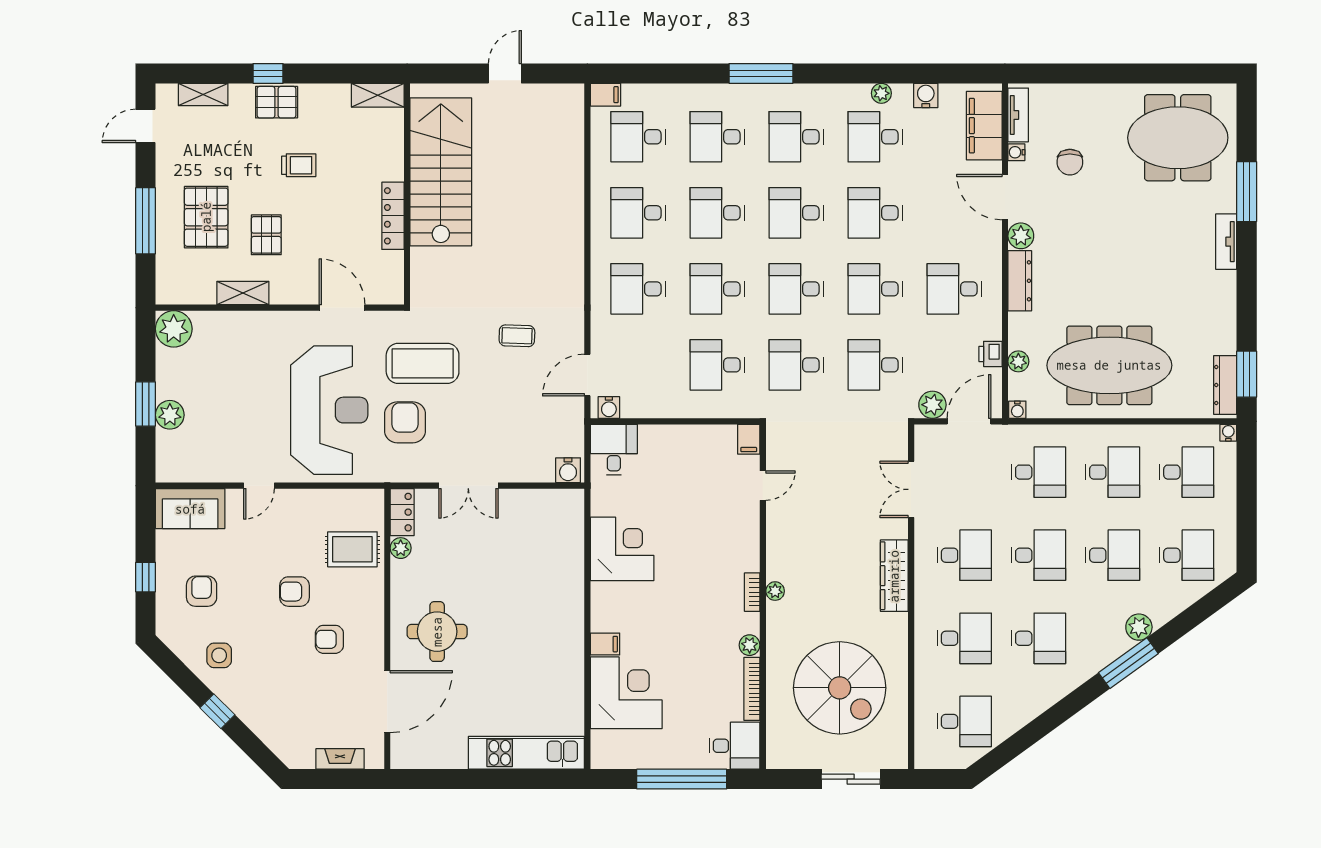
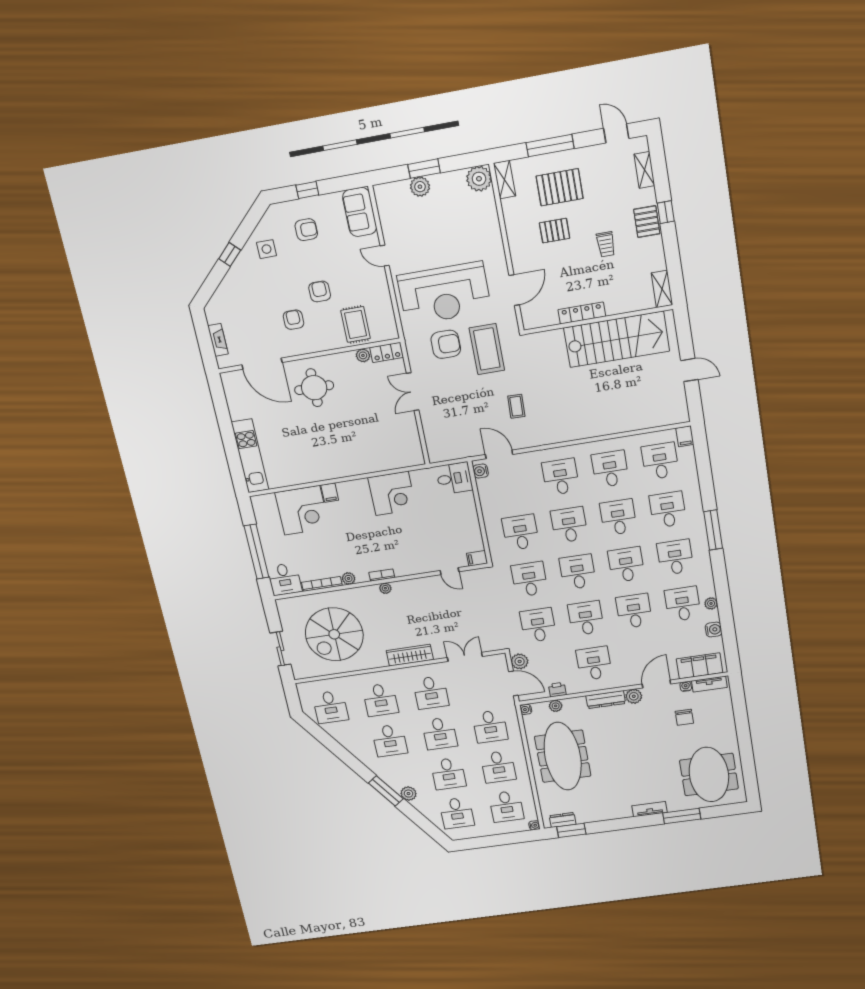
chair: (1070, 162) -> (684, 717), turned -90
shelving: (243, 293) -> (505, 180), moved
dresser: (1225, 385) -> (563, 820), width x0.70
water cooler: (568, 470) -> (435, 452), removed

